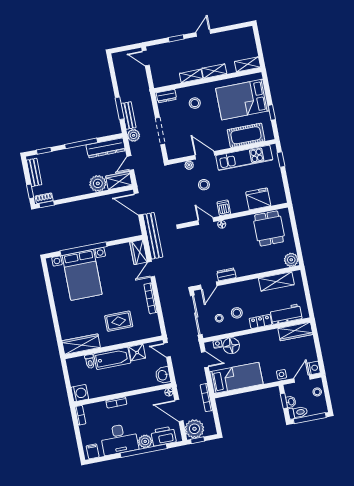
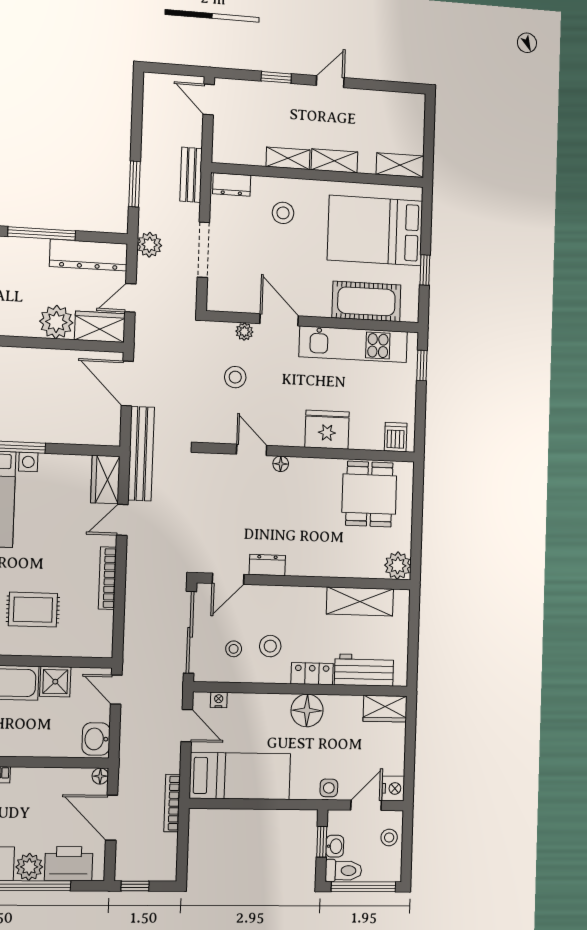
bench: (129, 116) -> (191, 175), moved
stool: (204, 185) -> (235, 377), moved
fridge: (258, 199) -> (327, 430), moved
dishwasher: (224, 208) -> (396, 437), moved
wardrobe: (295, 331) -> (385, 709), width x0.67
floor lamp: (231, 346) -> (307, 710), moved
plant: (194, 429) -> (134, 861), removed

